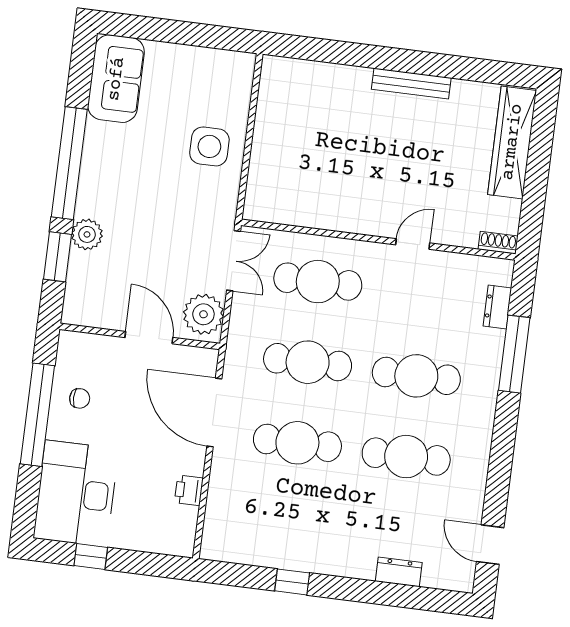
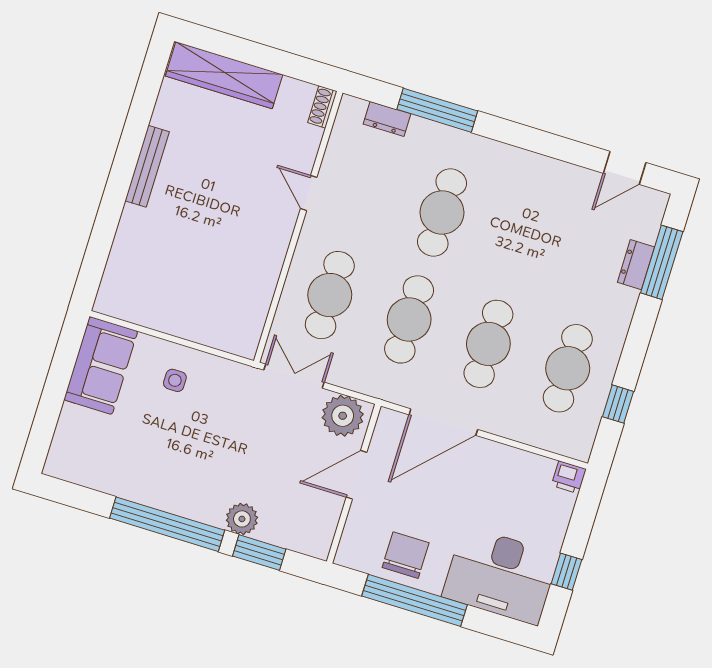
sofa: (116, 79) -> (101, 365), moved, turned 90
side table: (209, 146) -> (175, 380), width x0.54, depth x0.54
chair: (80, 398) -> (406, 555), width x1.87, depth x1.87
cafe table: (406, 457) -> (568, 368), moved
printer: (189, 490) -> (569, 477), moved
window: (292, 582) -> (618, 404), moved
window: (405, 596) -> (662, 262), added

